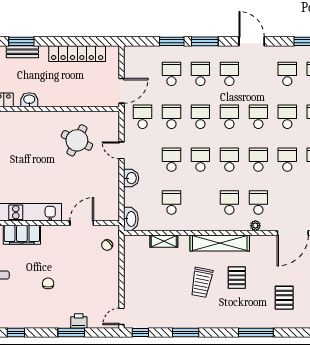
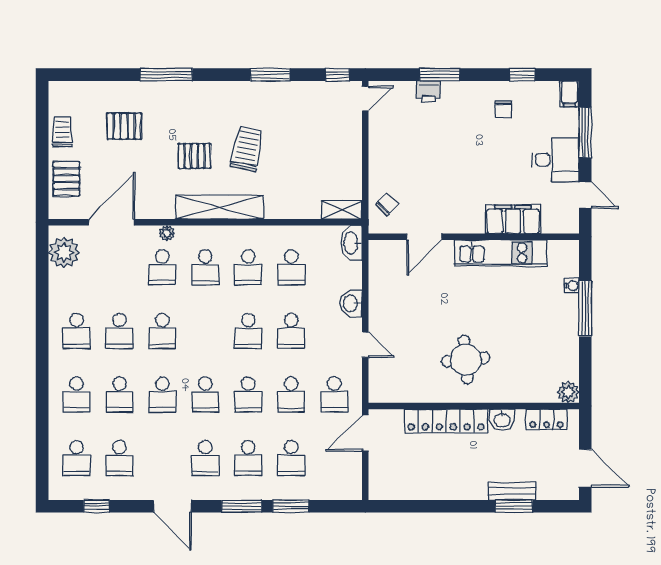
locker: (77, 54) -> (446, 421), moved, turned 180
round table: (77, 140) -> (466, 360), moved, turned -31
school desk: (229, 160) -> (248, 267), moved
shelving: (164, 241) -> (342, 210), moved
pallet: (237, 278) -> (194, 156), turned 90
chair: (48, 283) -> (503, 109), moved
pallet: (284, 298) -> (124, 126), turned 90

